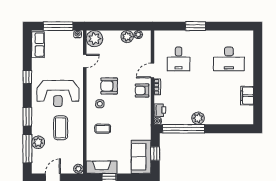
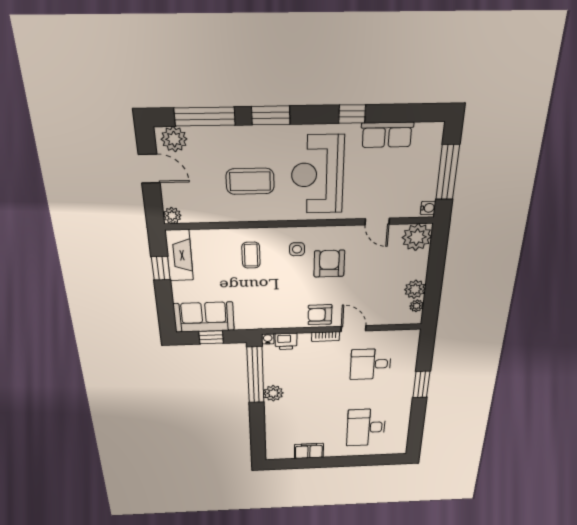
row of seats: (38, 45) -> (387, 135), moved
armchair: (142, 90) -> (320, 315), turned -90
plant: (38, 142) -> (174, 139), moved

